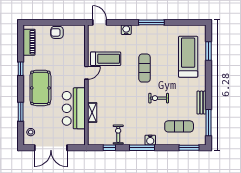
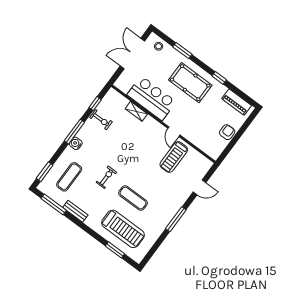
door: (100, 22) -> (200, 187), moved
water cooler: (126, 30) -> (185, 193), removed
exercise mat: (145, 68) -> (133, 198), moved

